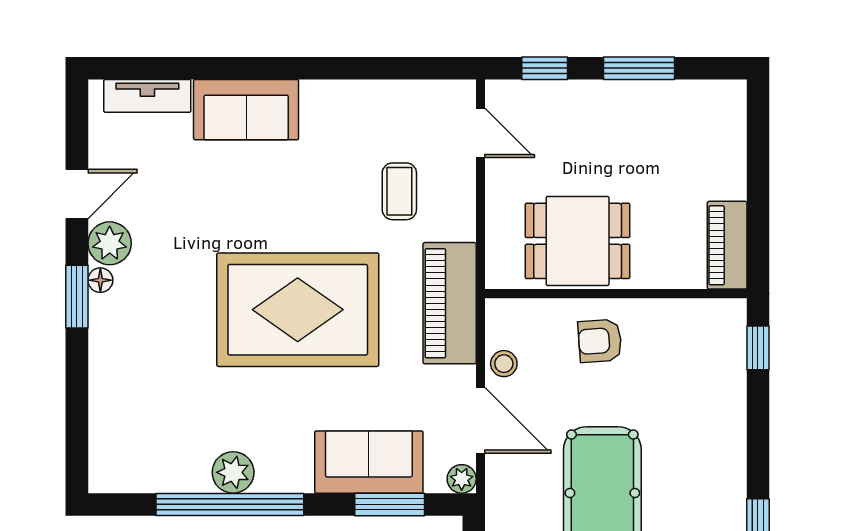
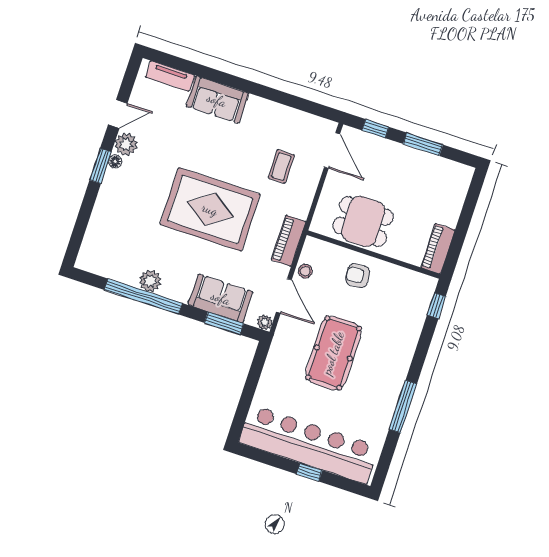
door: (480, 133) -> (332, 151), width x1.38
piano: (450, 303) -> (289, 241), width x0.73, depth x0.75

